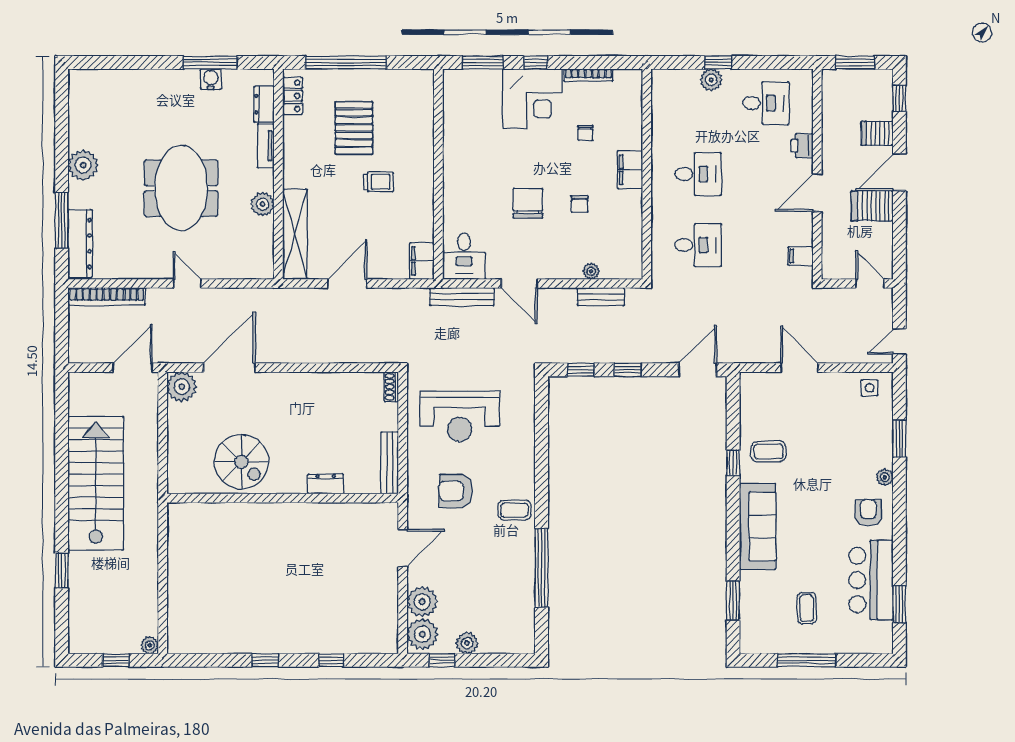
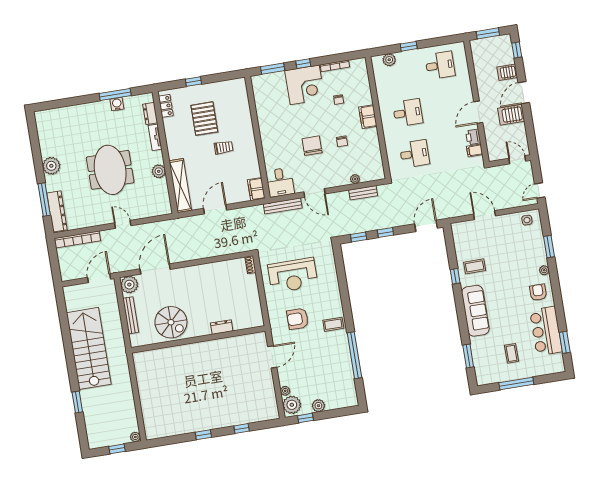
window: (346, 63) -> (193, 82), width x0.32
plant: (711, 80) -> (389, 60), moved
printer: (802, 146) -> (473, 137), moved
bench: (390, 463) -> (131, 315), moved
plant: (422, 602) -> (285, 391), width x0.53, depth x0.53

